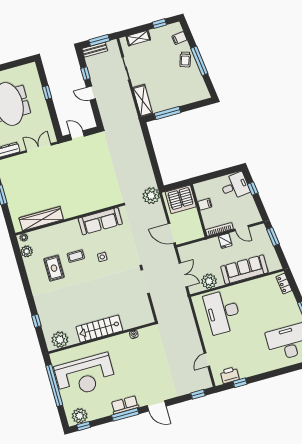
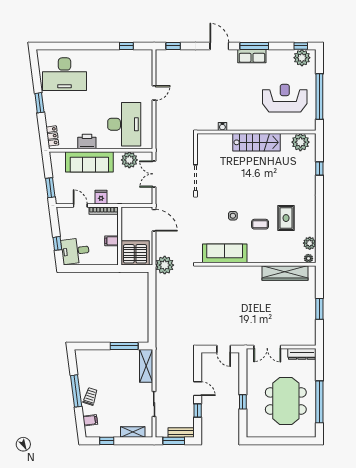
door: (207, 360) -> (154, 93), moved
reception desk: (85, 375) -> (285, 98), width x0.74, depth x0.77
printer: (230, 375) -> (87, 142), moved, turned 180

